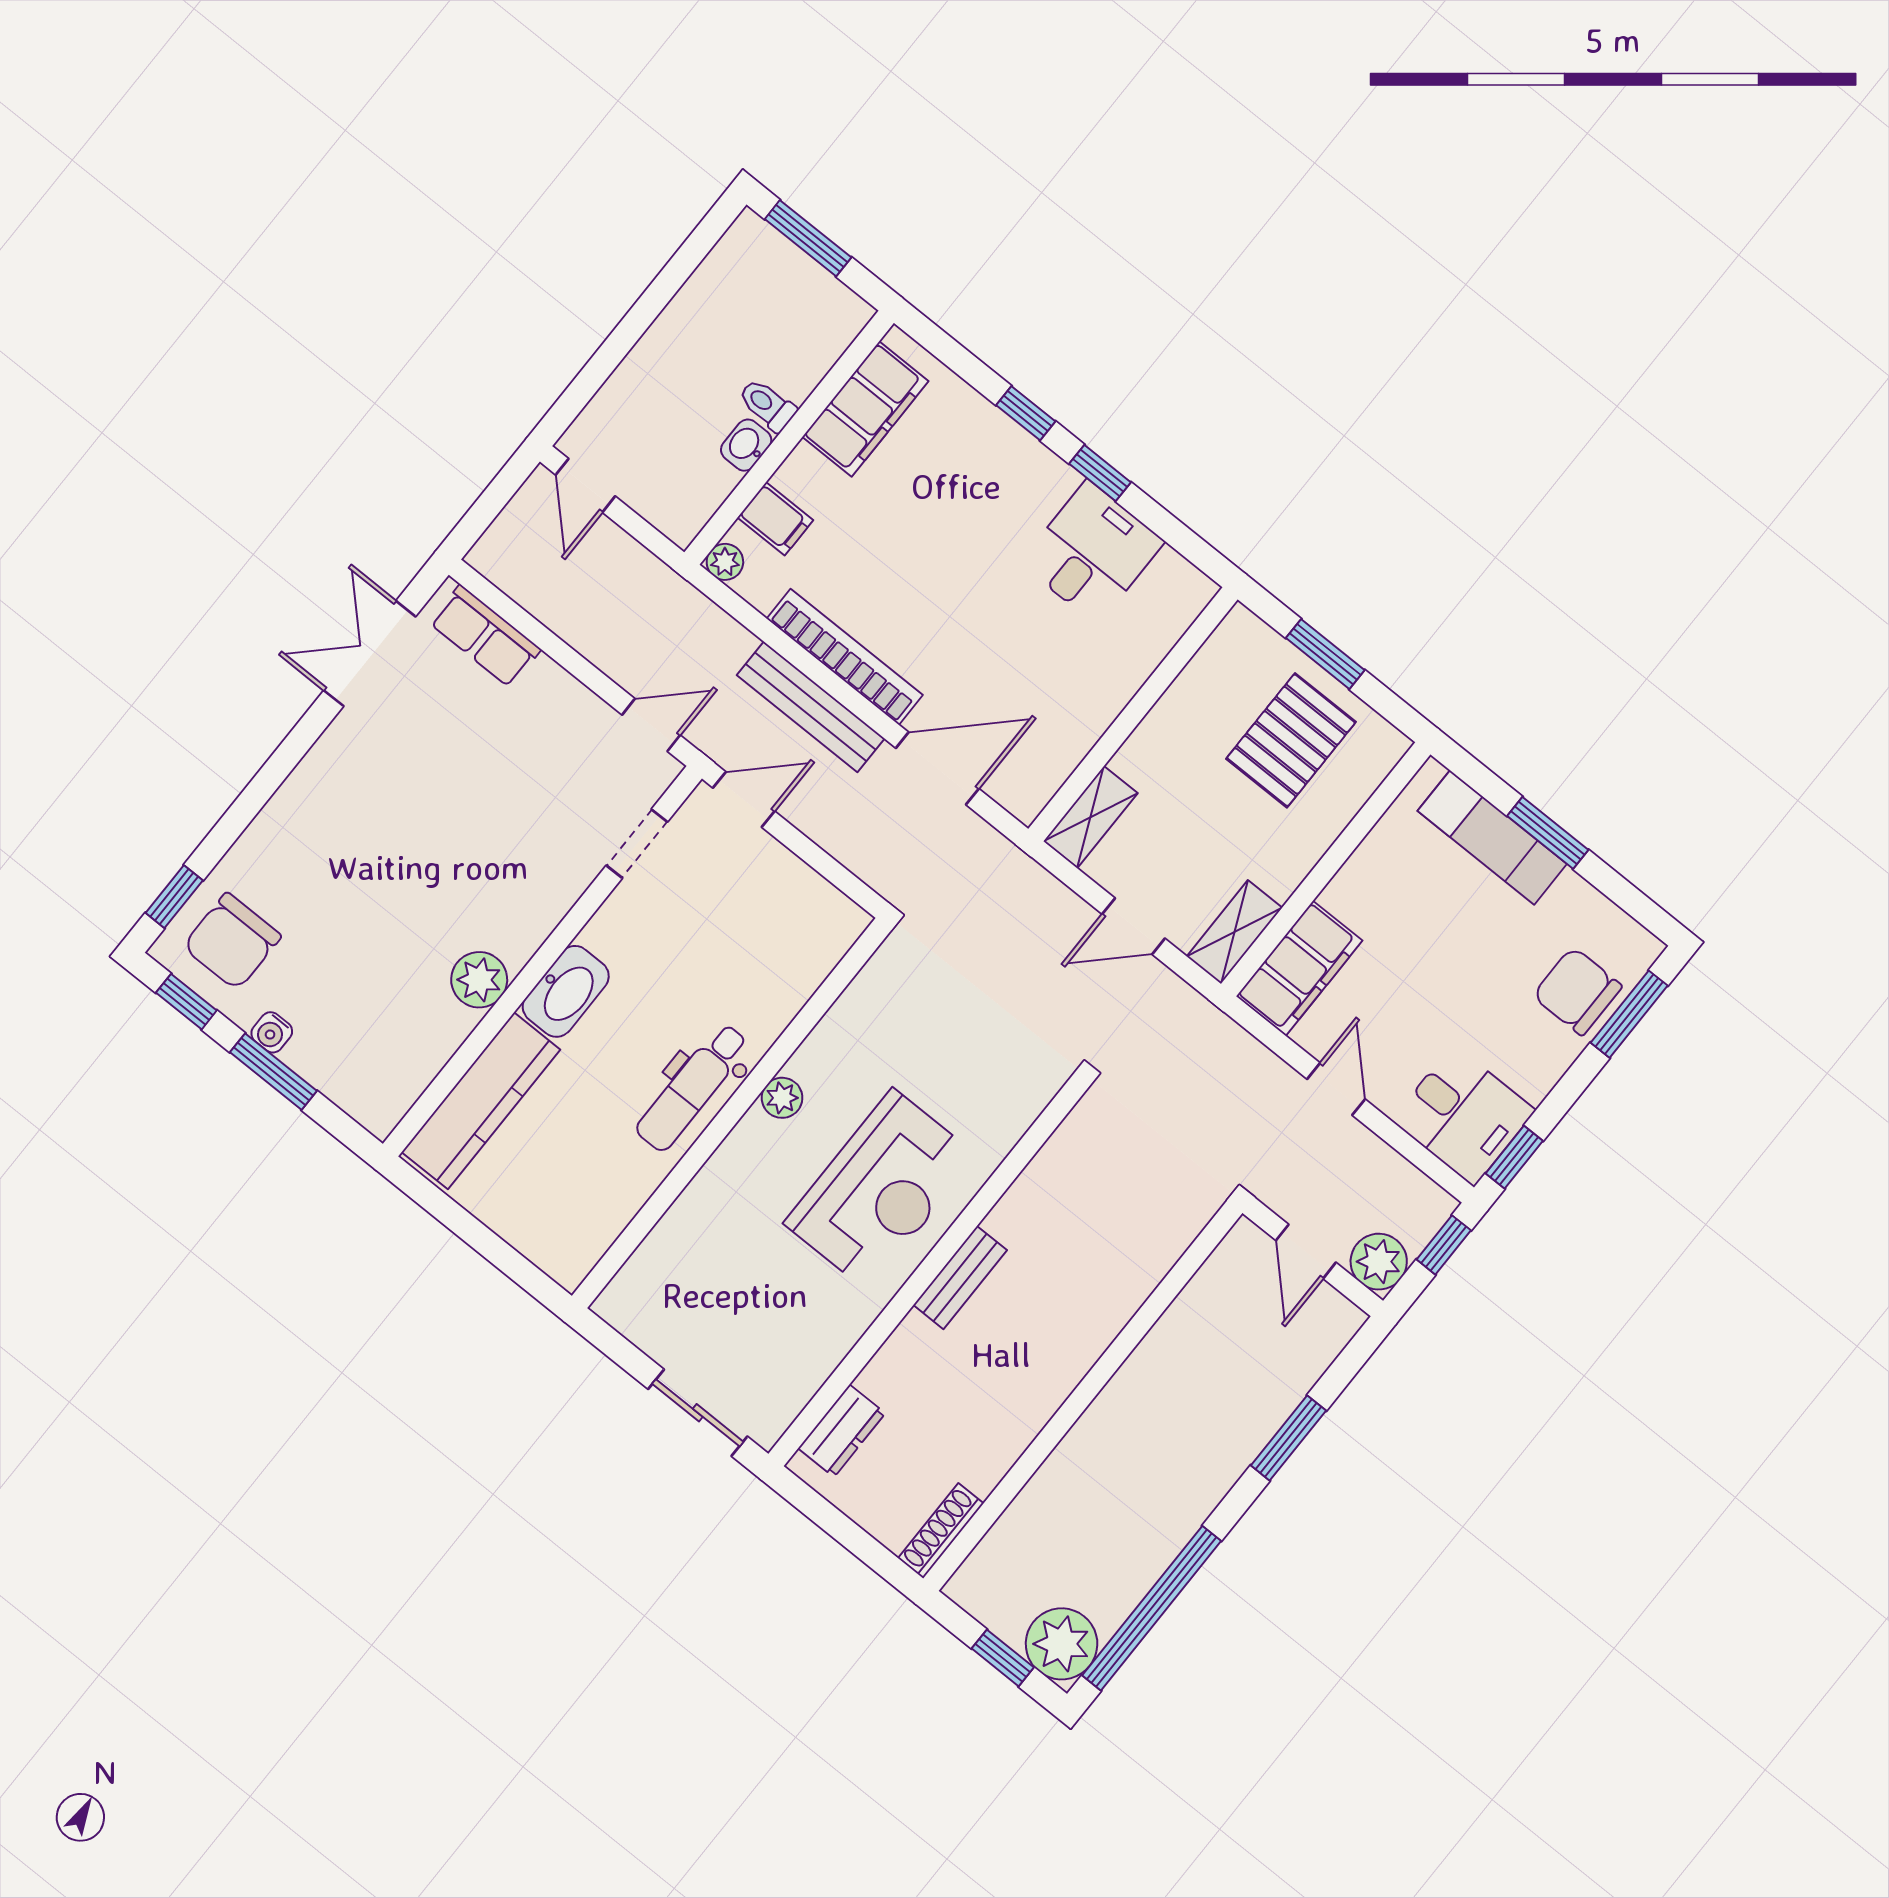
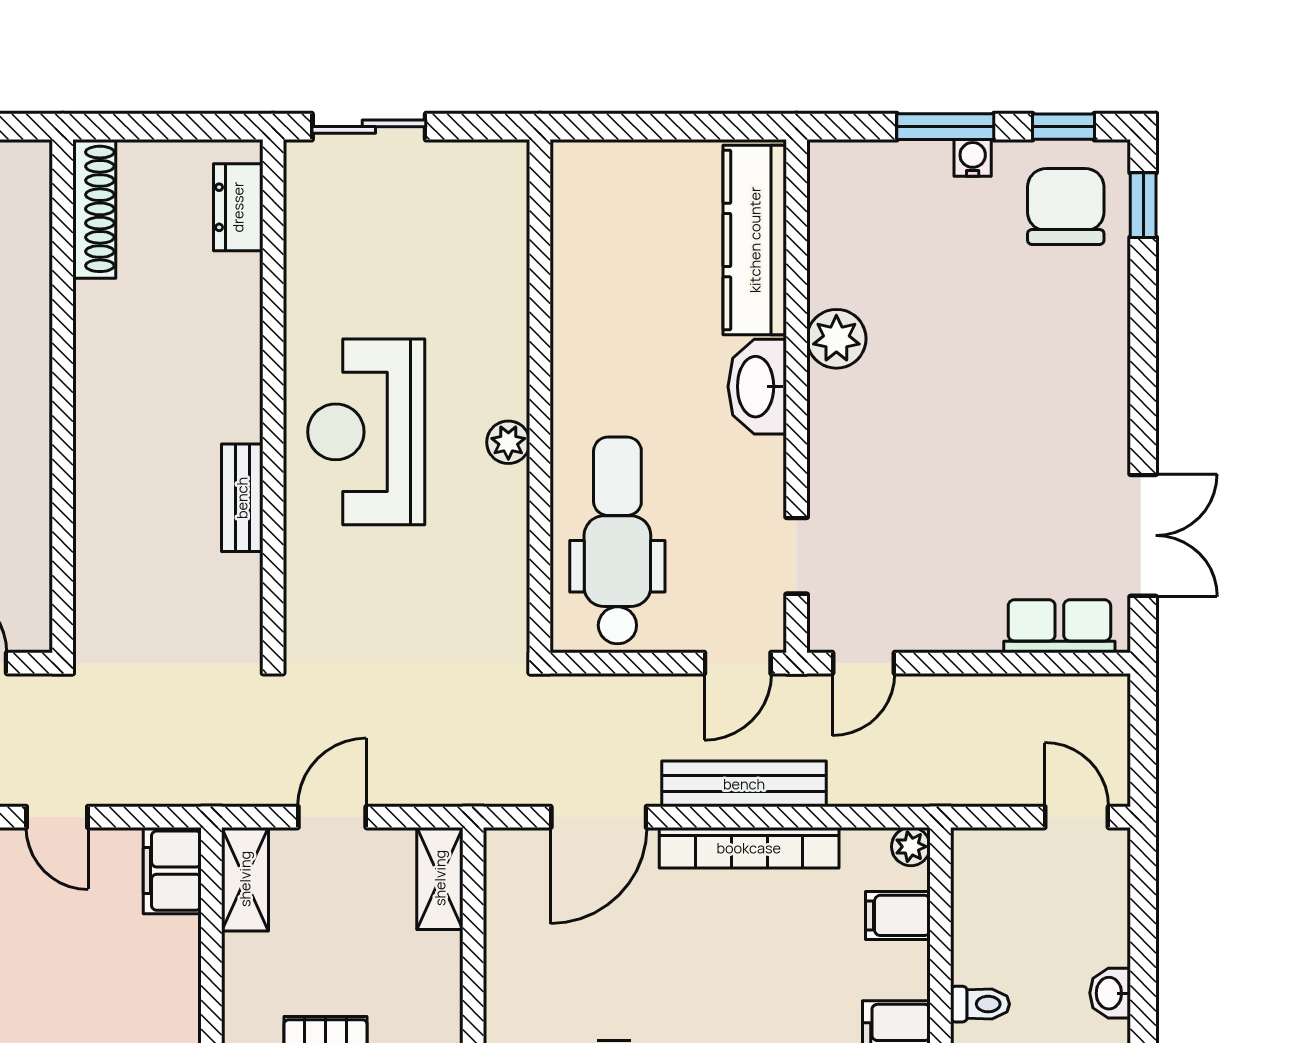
washbasin: (746, 445) -> (1110, 993), moved, turned 180
filing cabinet: (1299, 968) -> (172, 871), width x0.67, depth x0.86
dental chair: (692, 1087) -> (617, 540), moved, width x1.36, depth x1.38
bench: (960, 1278) -> (242, 498), moved
shoe rack: (941, 1531) -> (94, 209), width x1.36, depth x1.24

